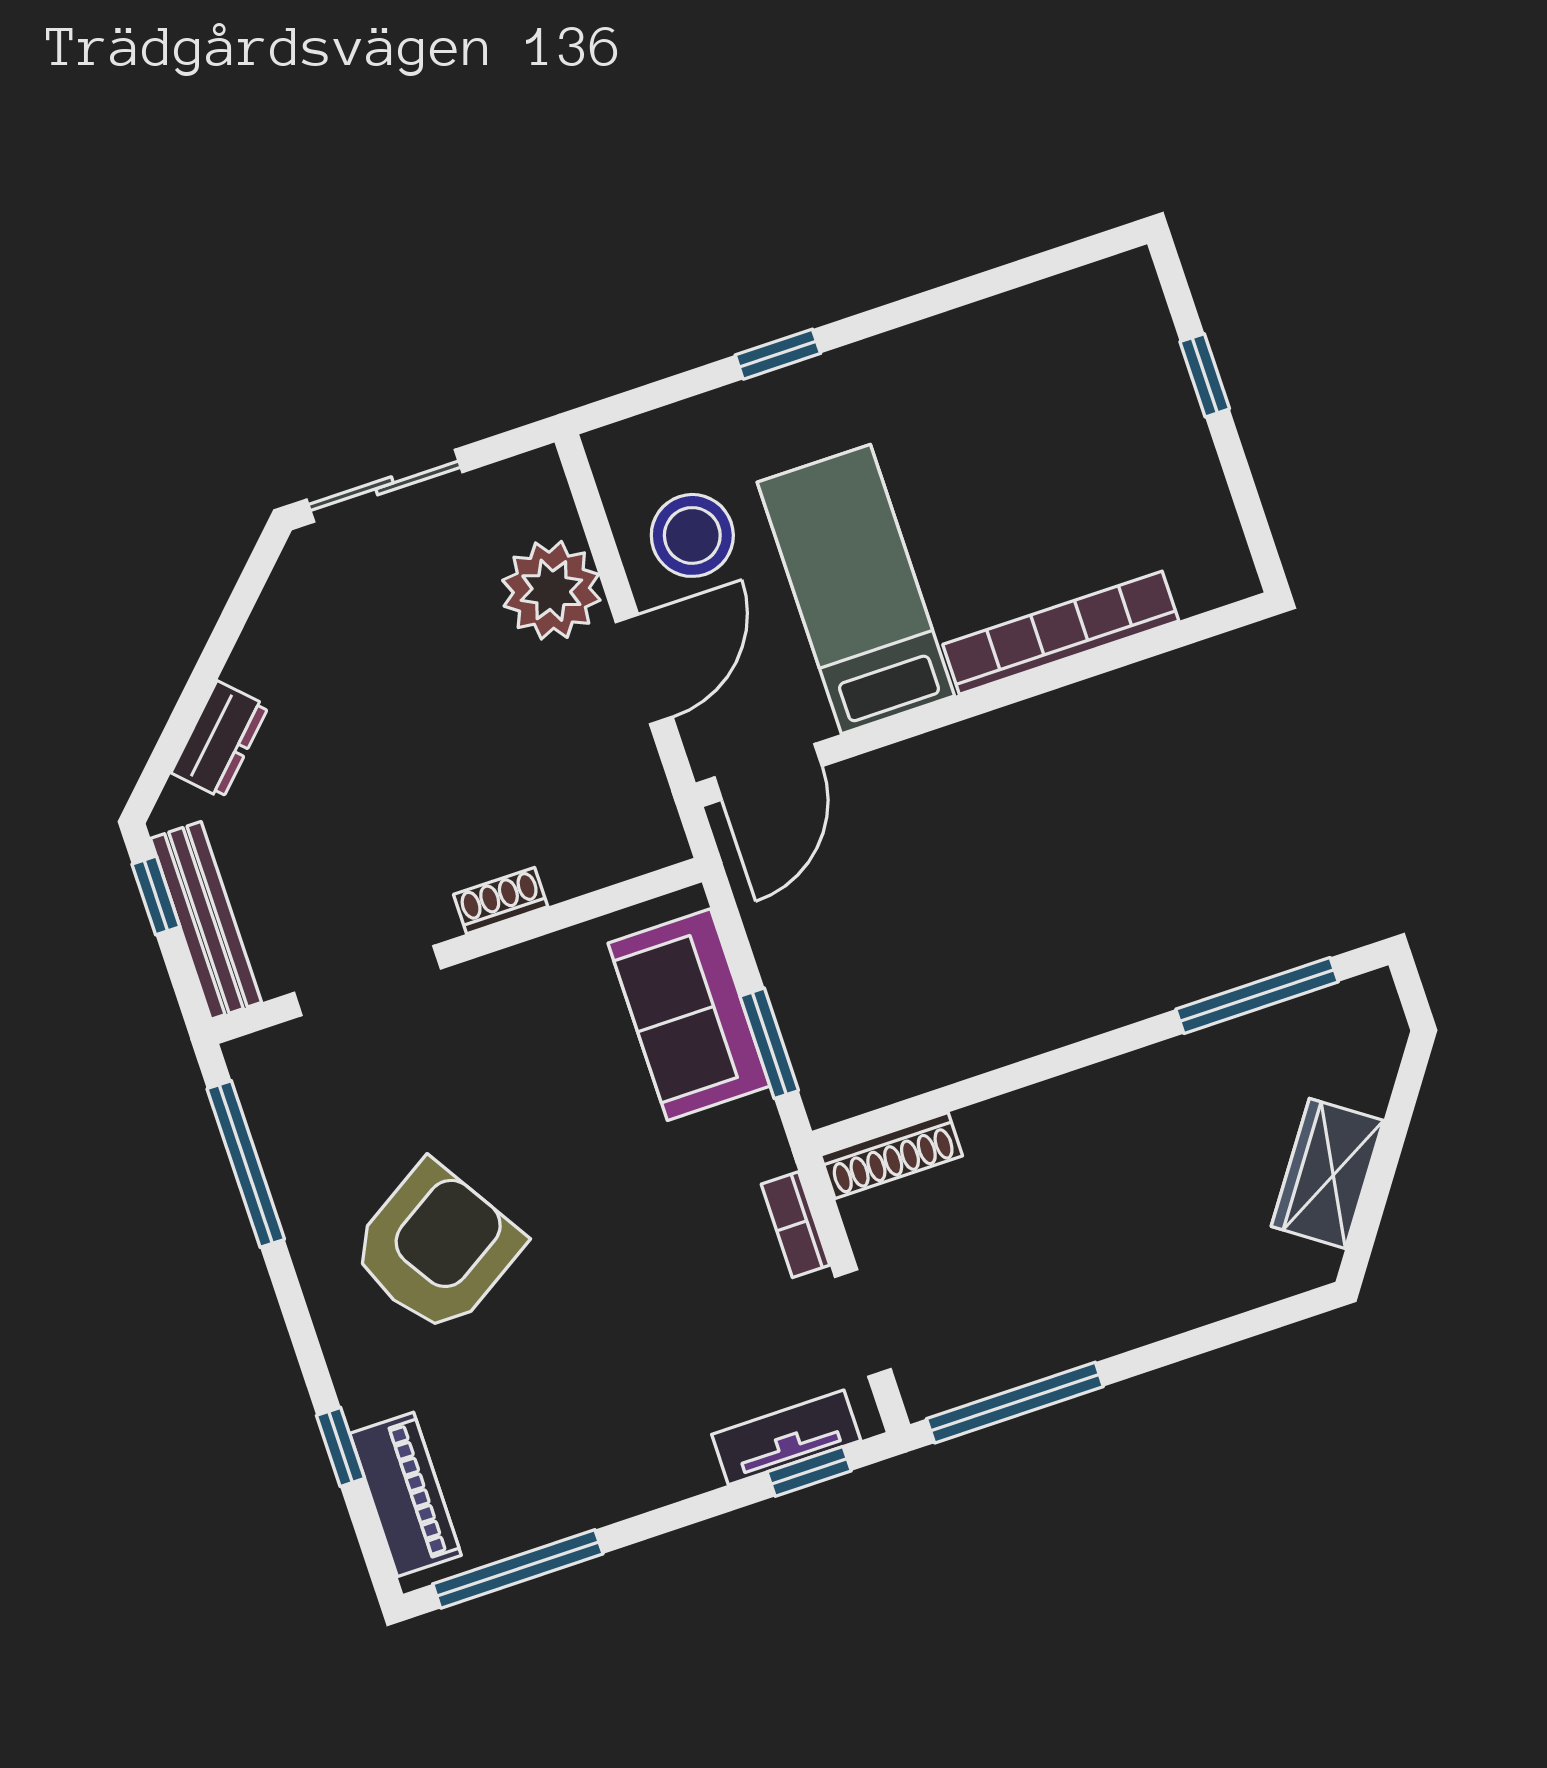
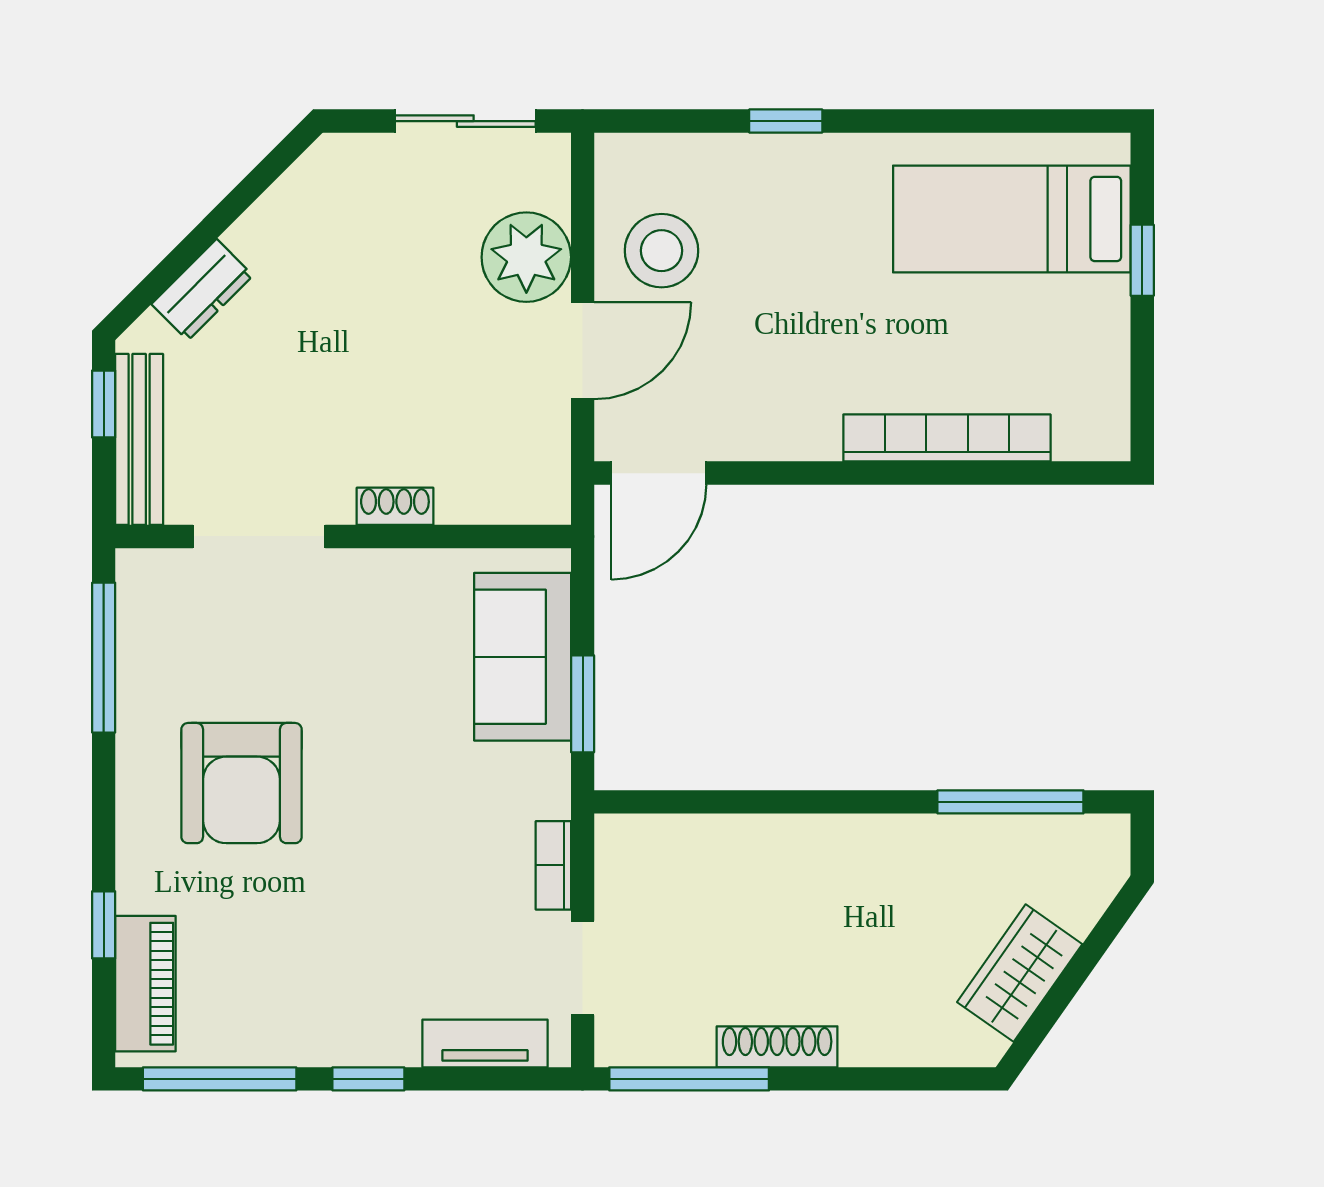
sliding door: (384, 486) -> (465, 121), moved
bed: (856, 589) -> (1012, 219), moved, turned -90
shoe rack: (891, 1156) -> (777, 1047), moved, turned 180
armchair: (436, 1248) -> (242, 783), turned 122
window: (809, 1471) -> (368, 1079), moved

